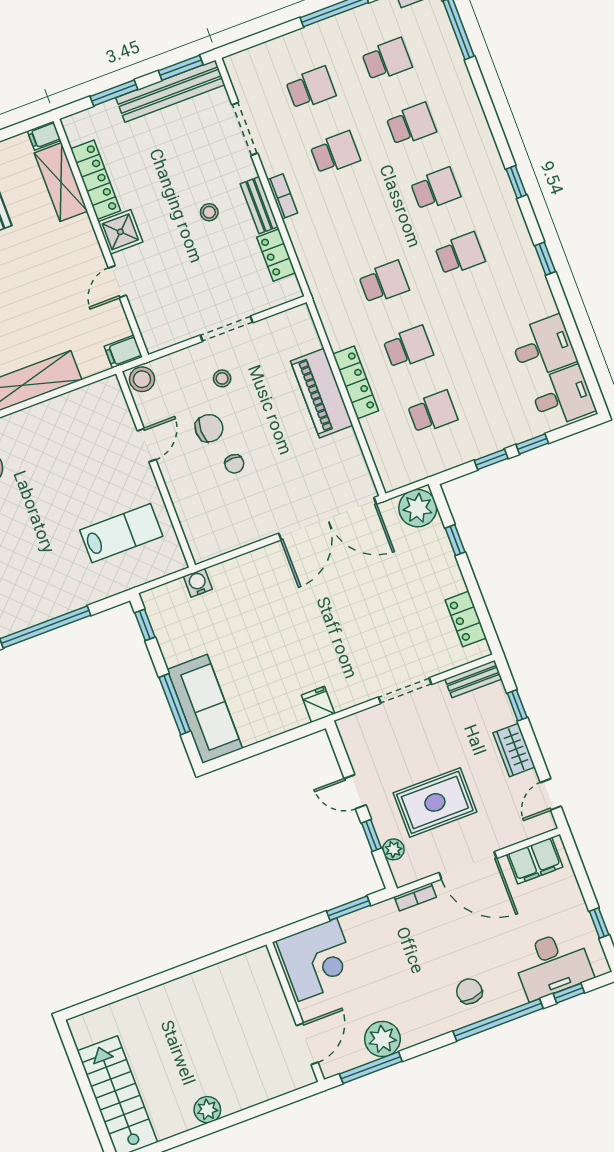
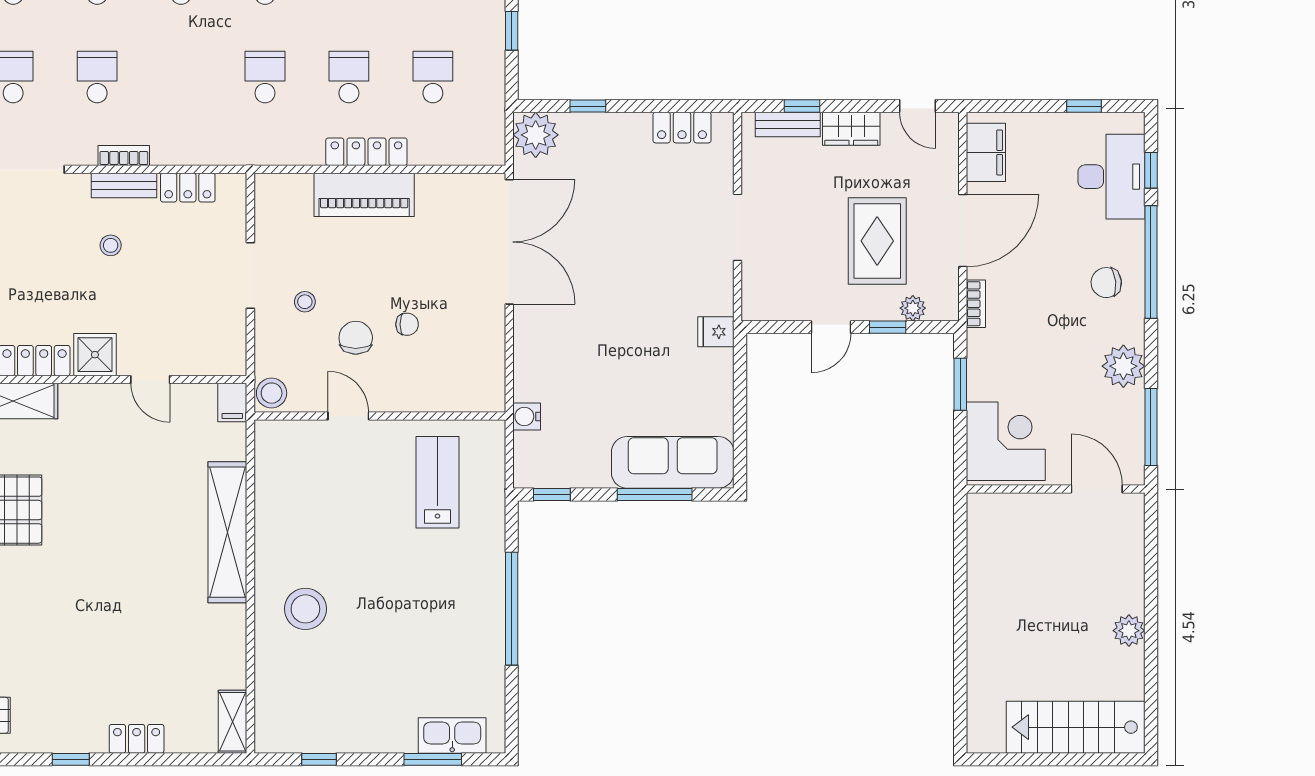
bench: (473, 679) -> (788, 125), moved, turned 90
plant: (382, 1039) -> (1123, 366), moved

